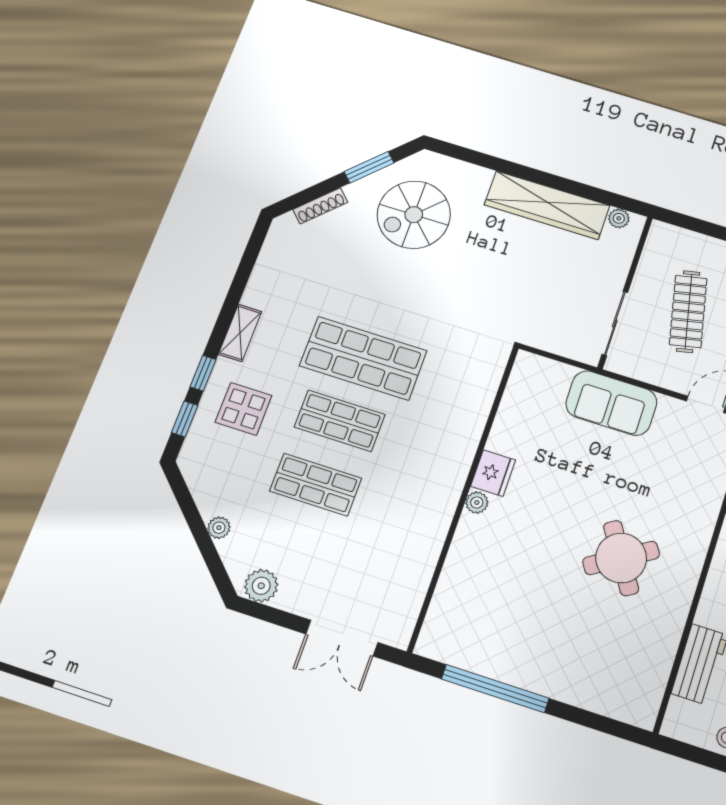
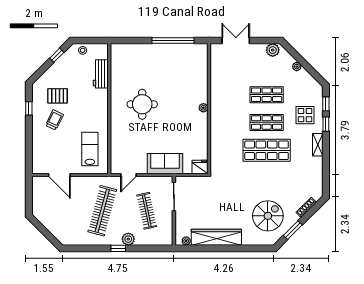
fridge: (493, 473) -> (200, 167), moved, turned 90
round table: (621, 558) -> (142, 104), turned 32

